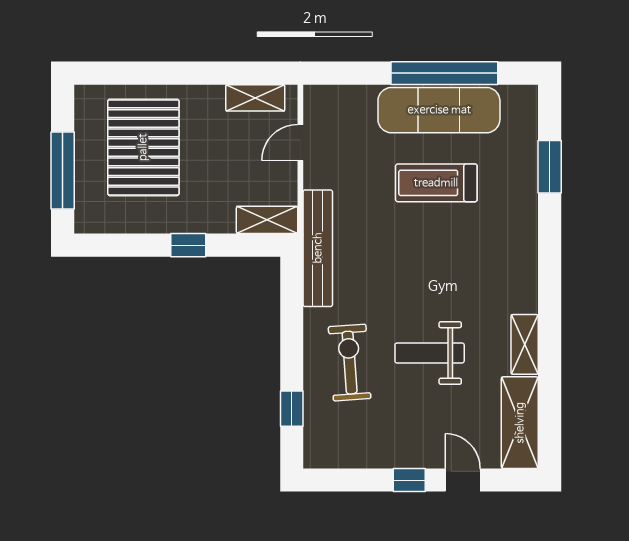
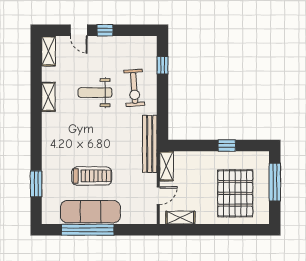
shelving: (267, 220) -> (166, 166), moved, turned 90
window: (188, 245) -> (227, 145), moved
weight bench: (430, 353) -> (95, 93), turned 180
shelving: (520, 423) -> (48, 51), width x0.67, depth x0.75

